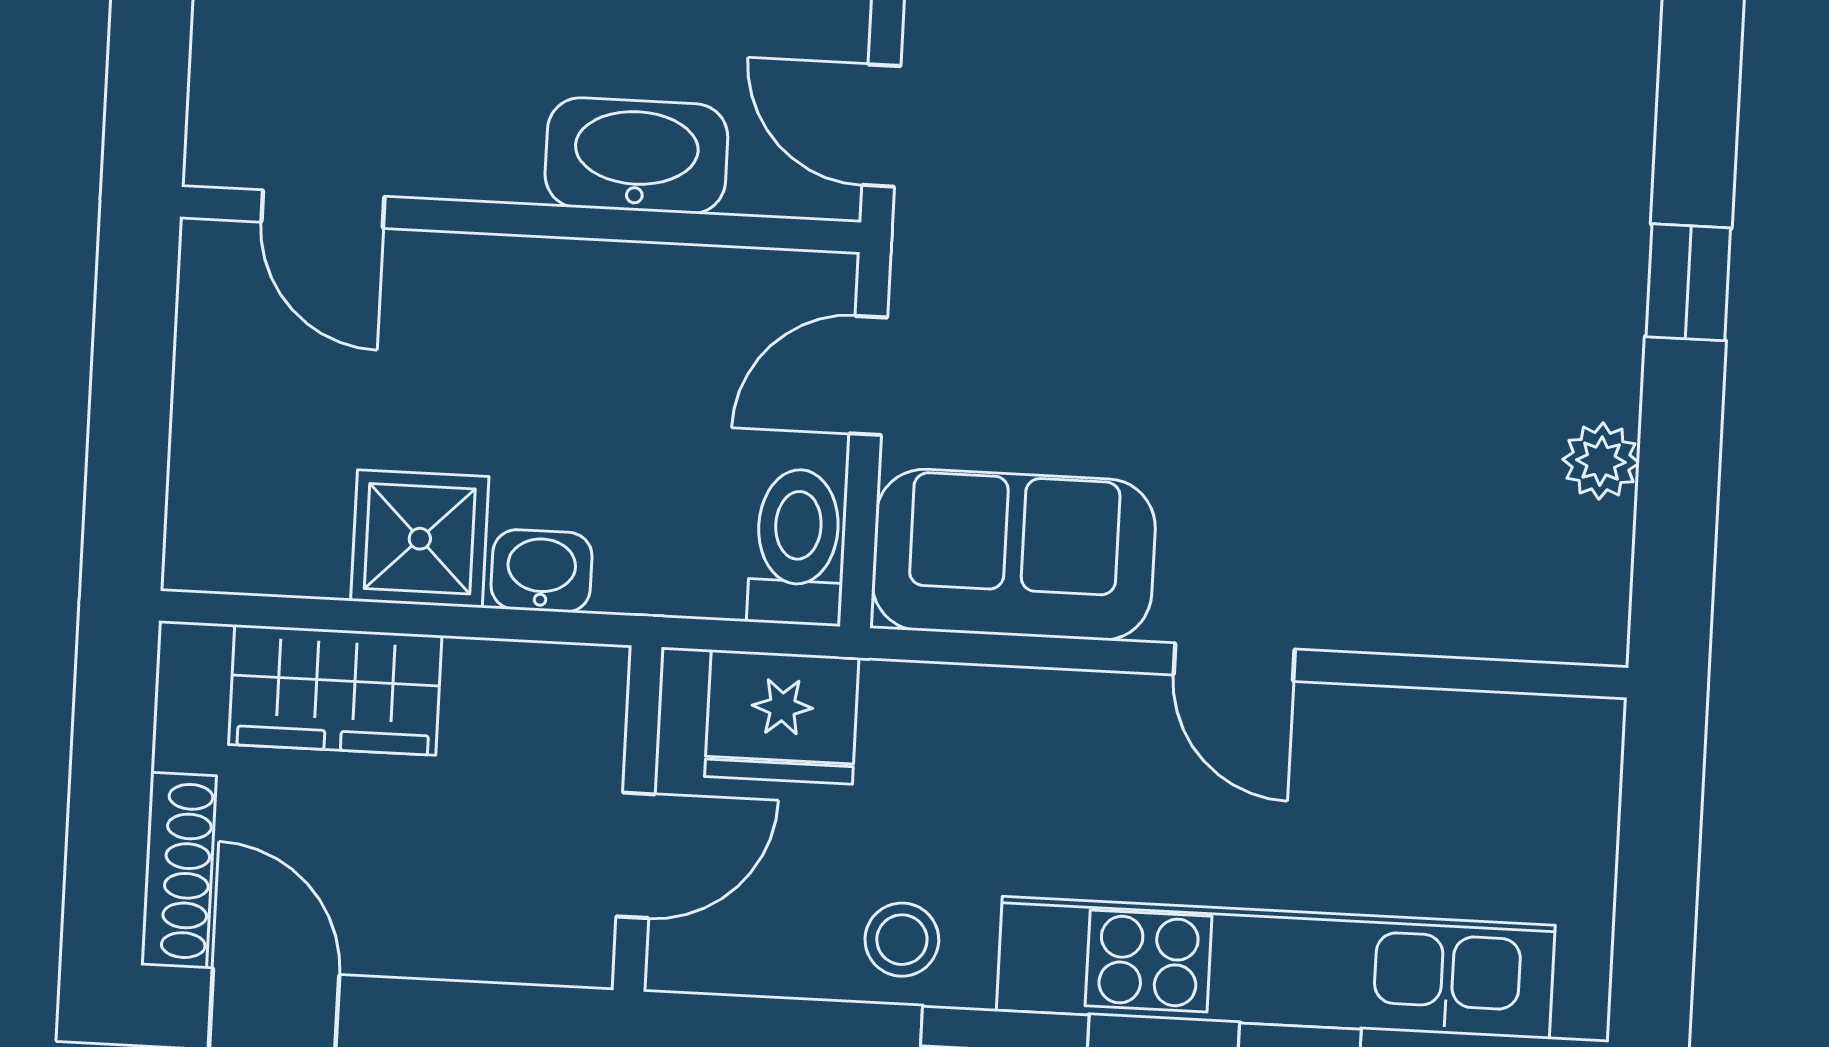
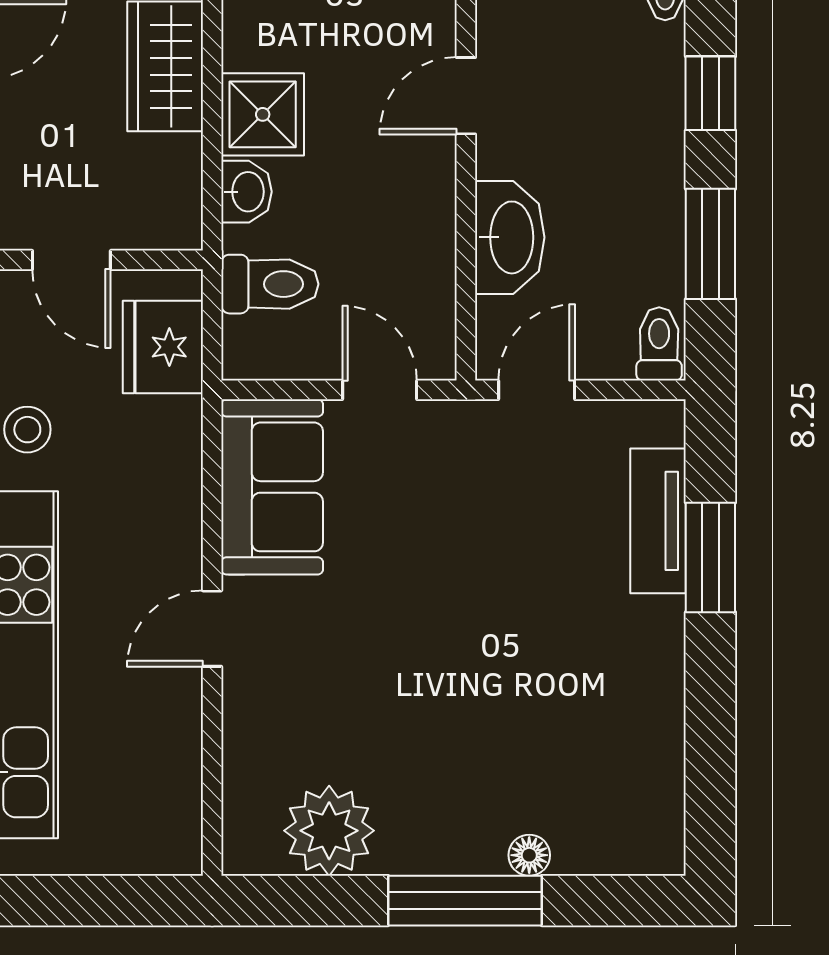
floor lamp: (1621, 176) -> (529, 855), added
door: (323, 209) -> (466, 96), moved
window: (1688, 282) -> (465, 901), width x2.17
plant: (1601, 461) -> (329, 831), width x1.88, depth x1.88
toilet: (797, 547) -> (270, 284), moved

